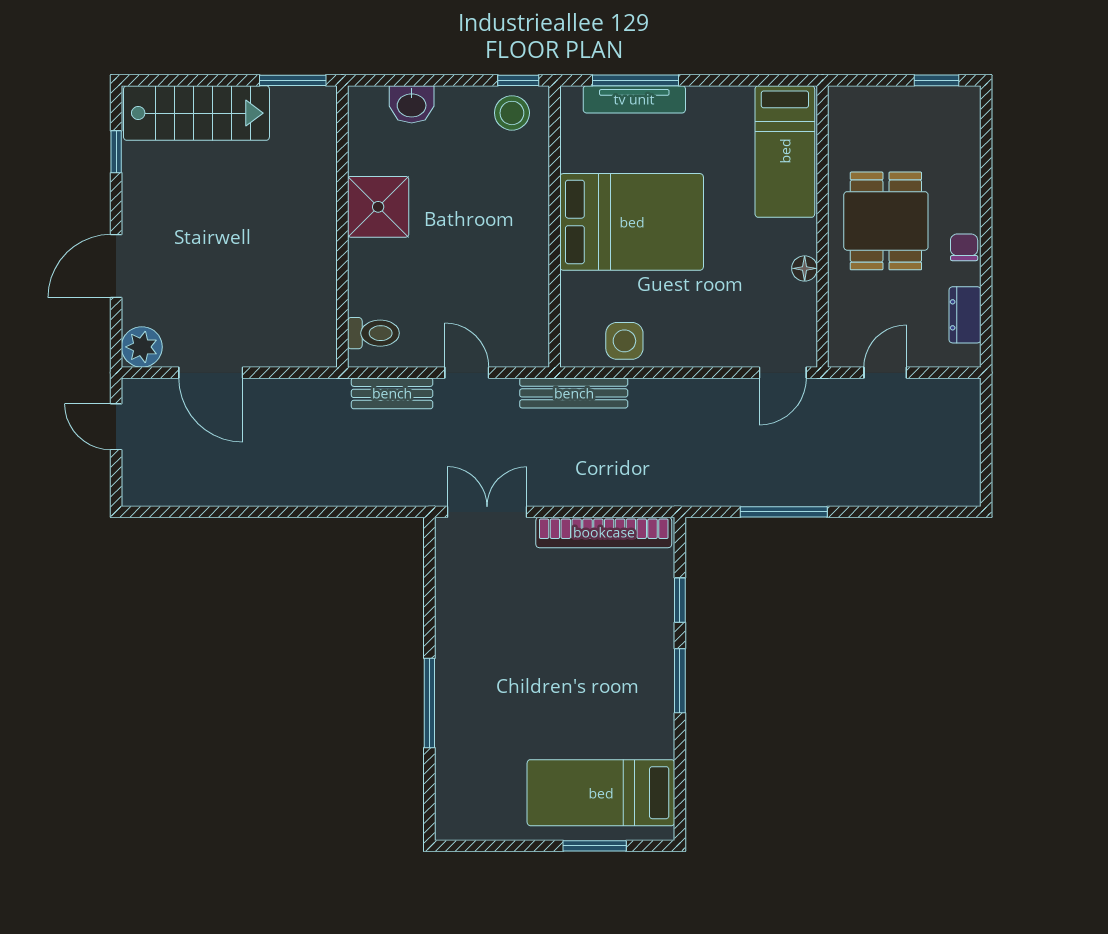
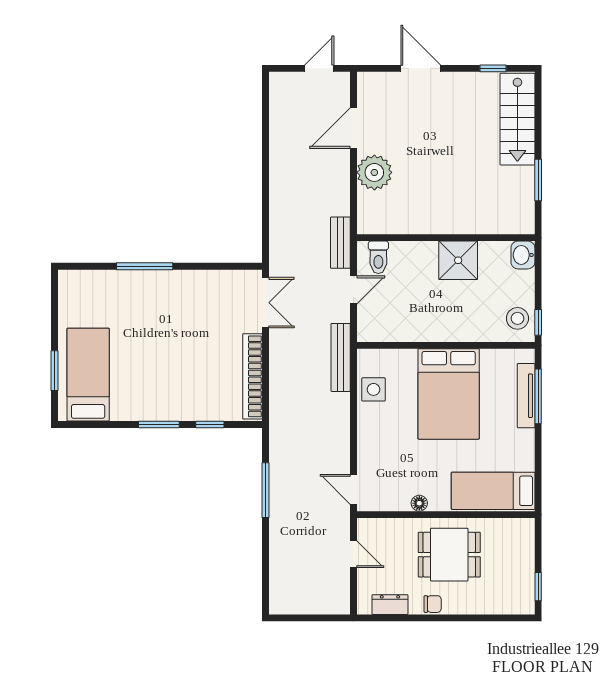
shower: (378, 207) -> (458, 260), moved
wall: (342, 226) -> (446, 238), moved
toilet: (373, 333) -> (378, 257), moved
plant: (142, 347) -> (374, 172), moved, width x1.36, depth x1.36

